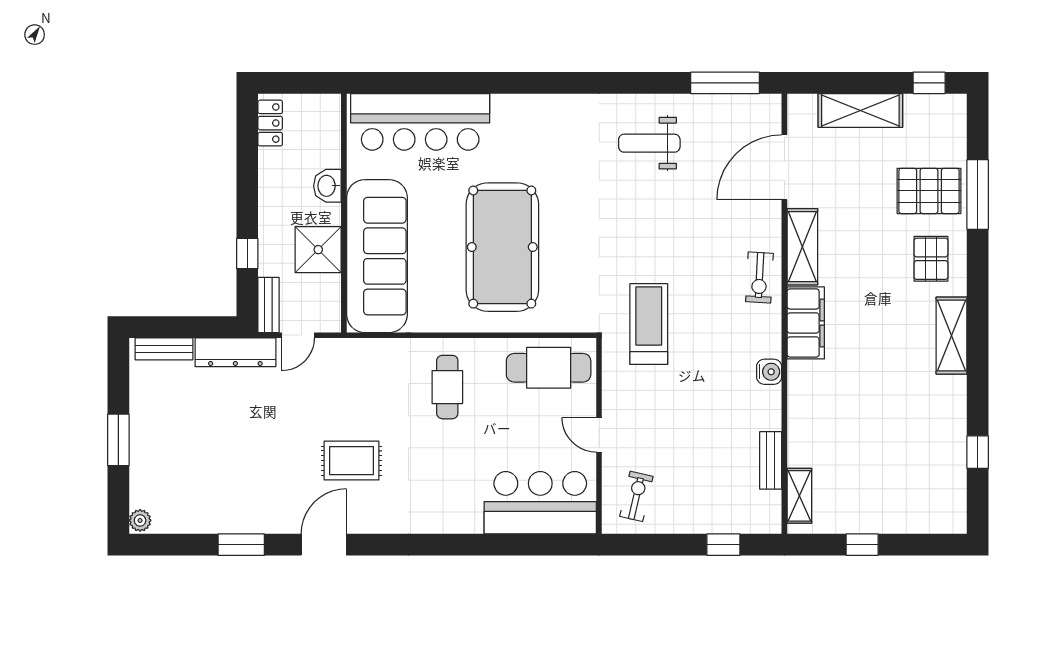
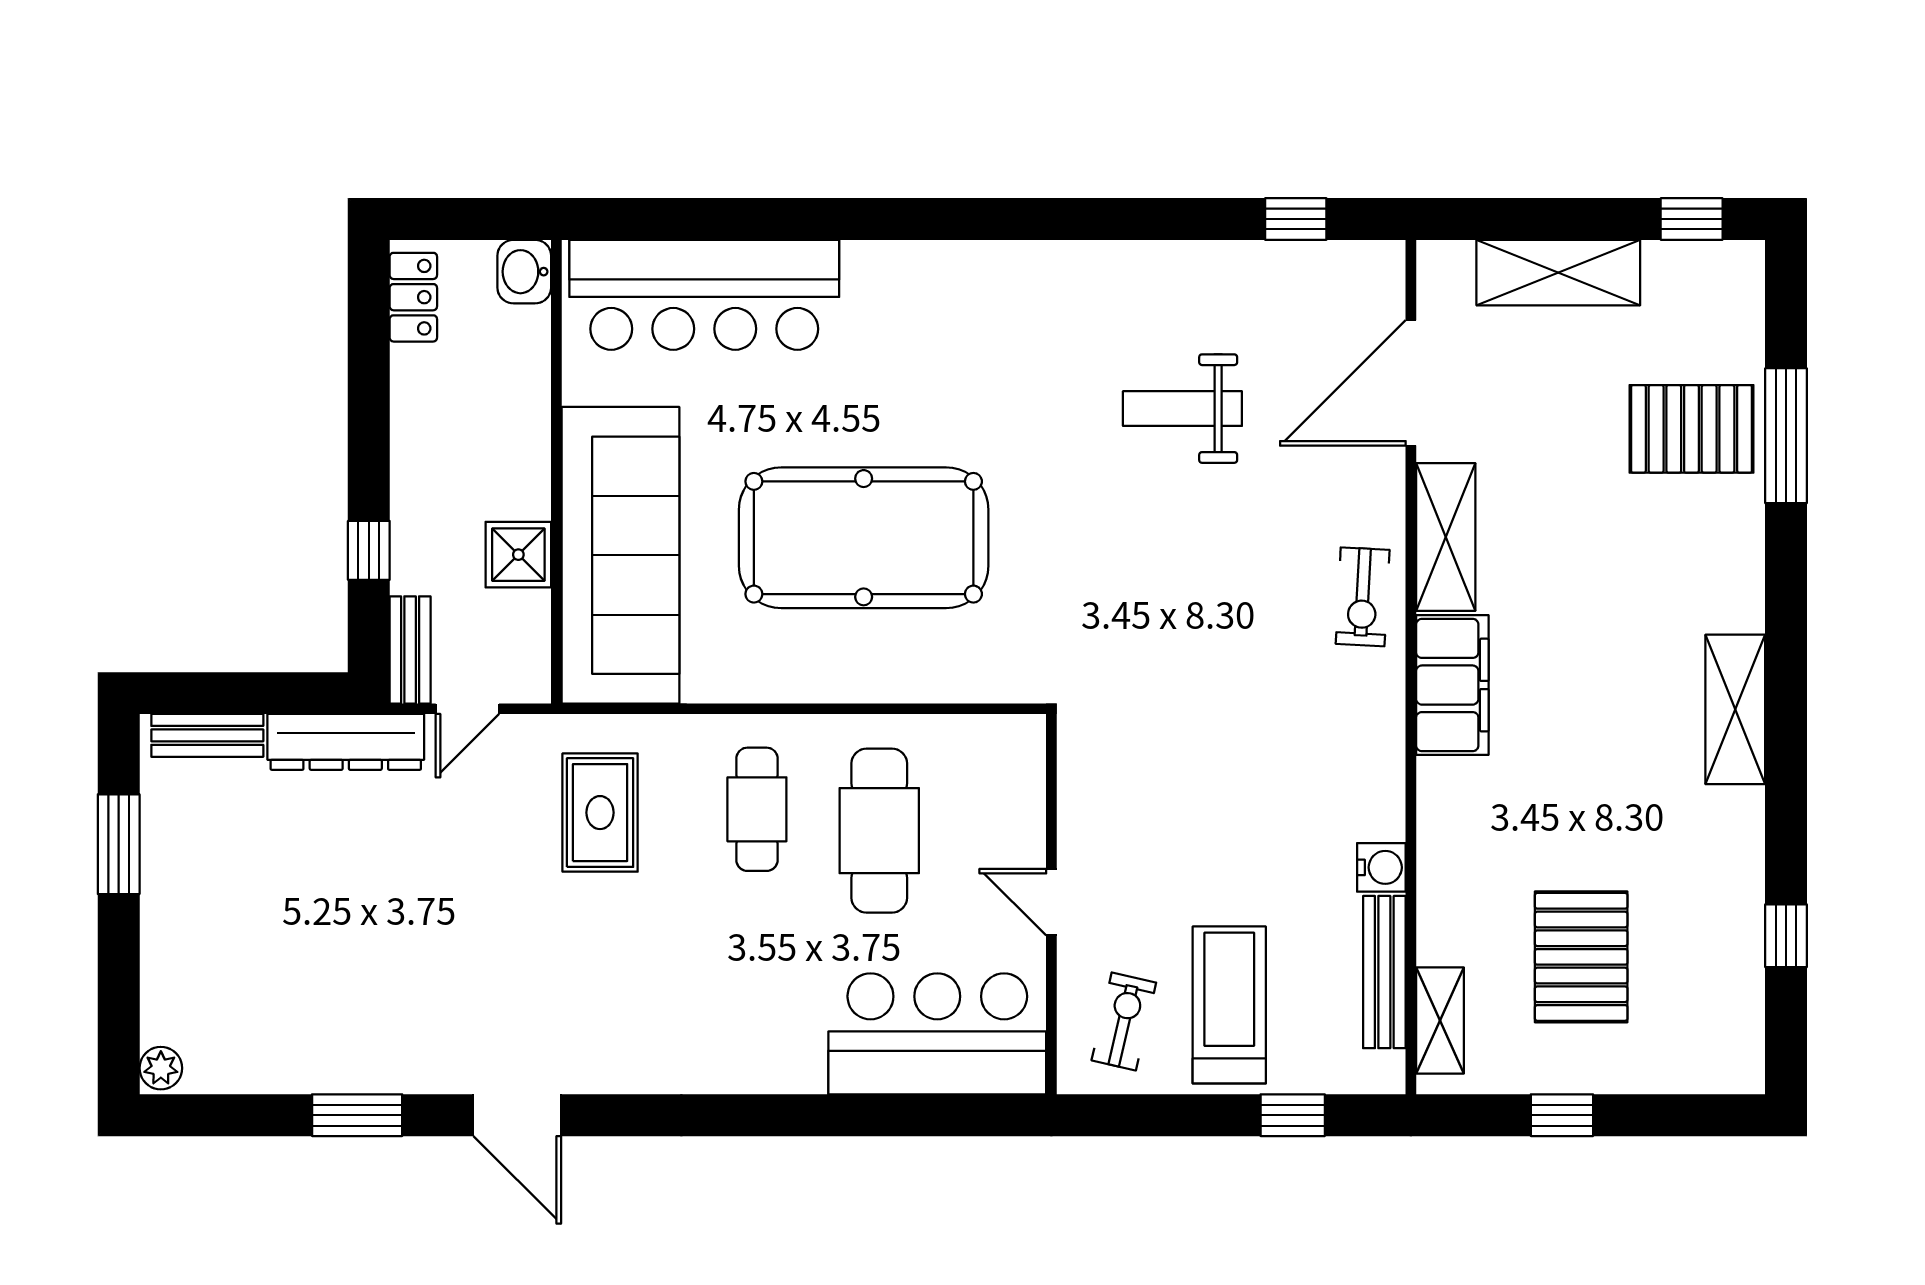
window: (725, 83) -> (1296, 219), width x0.46
weight bench: (649, 143) -> (1182, 409), moved
washbasin: (327, 186) -> (524, 272), moved
pool table: (502, 247) -> (864, 538), turned 90
shower: (318, 250) -> (518, 555), width x0.73, depth x0.73
pallet: (931, 259) -> (1581, 957), moved, width x1.50, depth x1.42
treadmill: (649, 324) -> (1229, 1005), moved
cafe table: (549, 368) -> (879, 831), moved, turned 90
water cooler: (769, 372) -> (1381, 867), moved
window: (118, 440) -> (119, 844), moved
bench: (771, 460) -> (1384, 972), width x1.36
rug: (351, 461) -> (600, 813), moved, turned 90
door: (324, 545) -> (517, 1115), swing flipped

